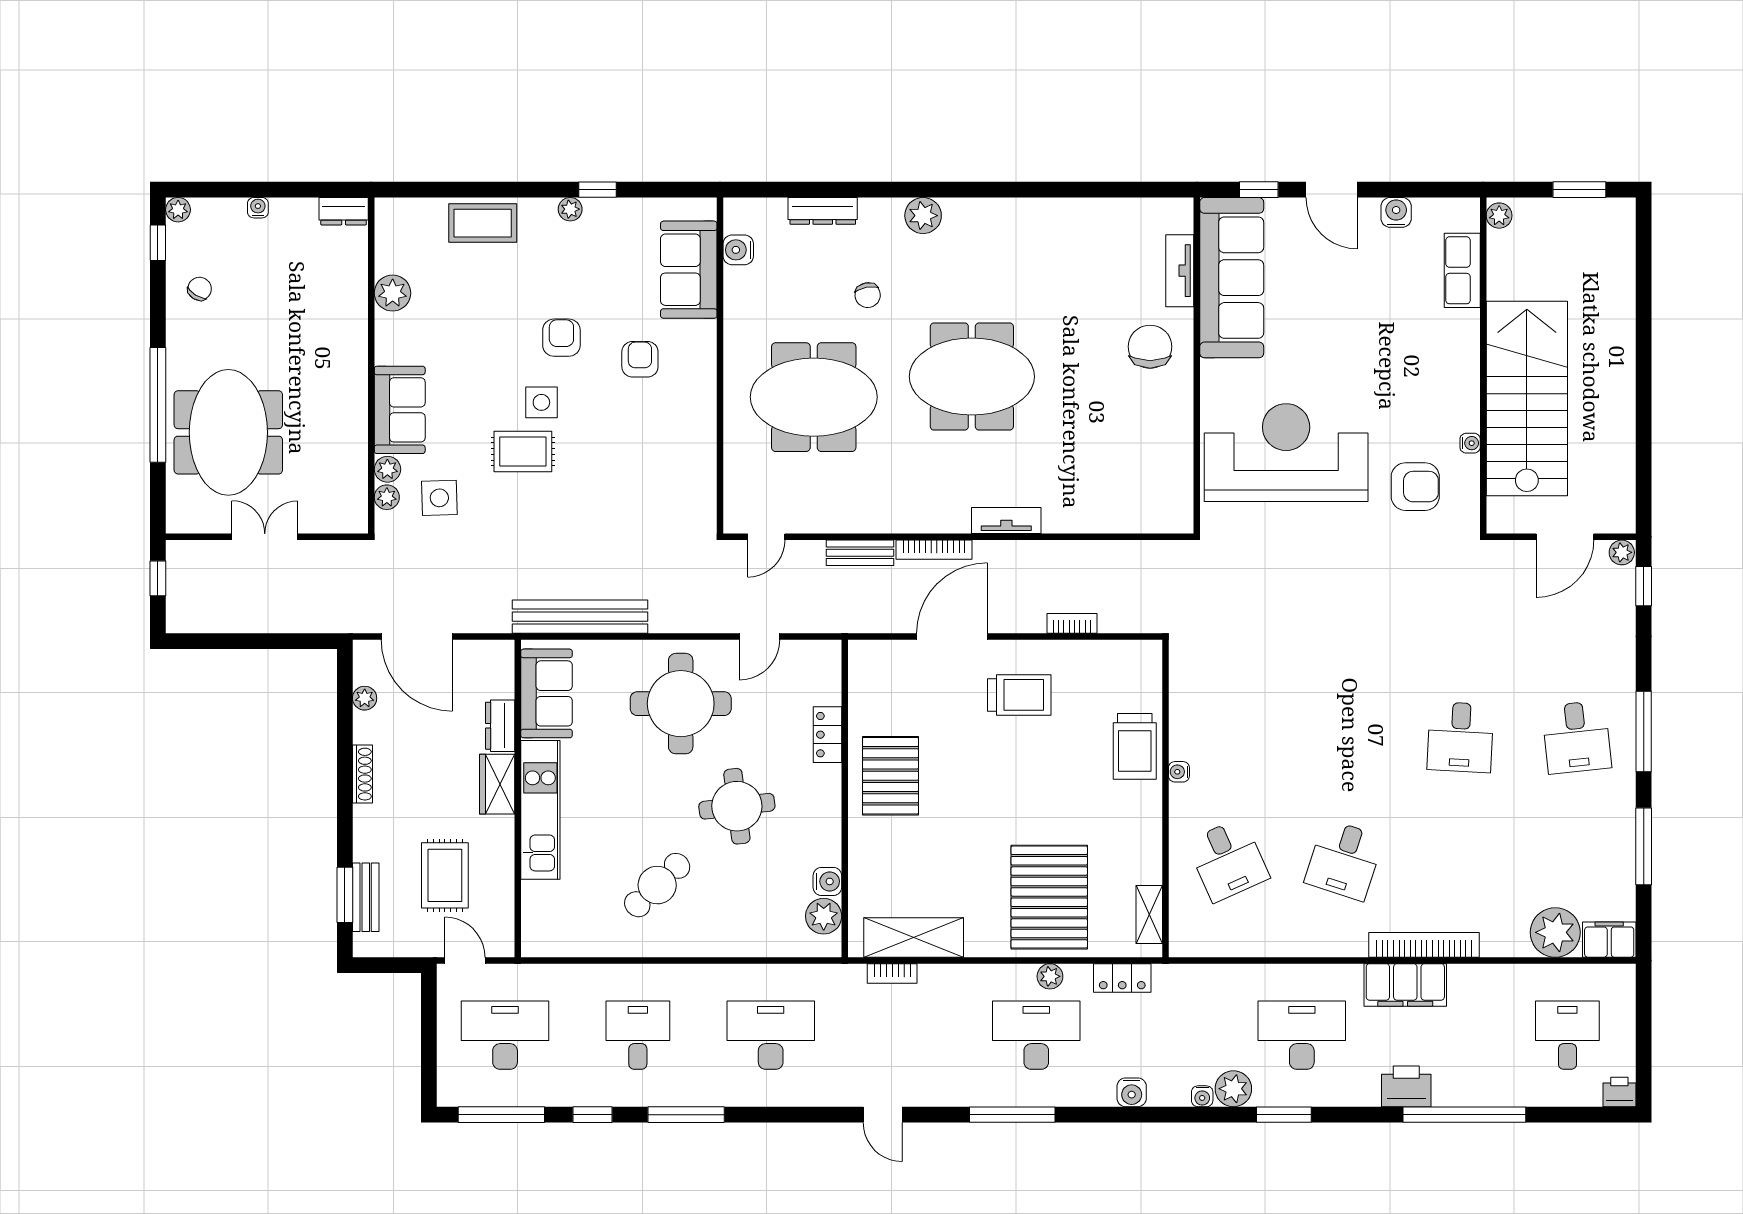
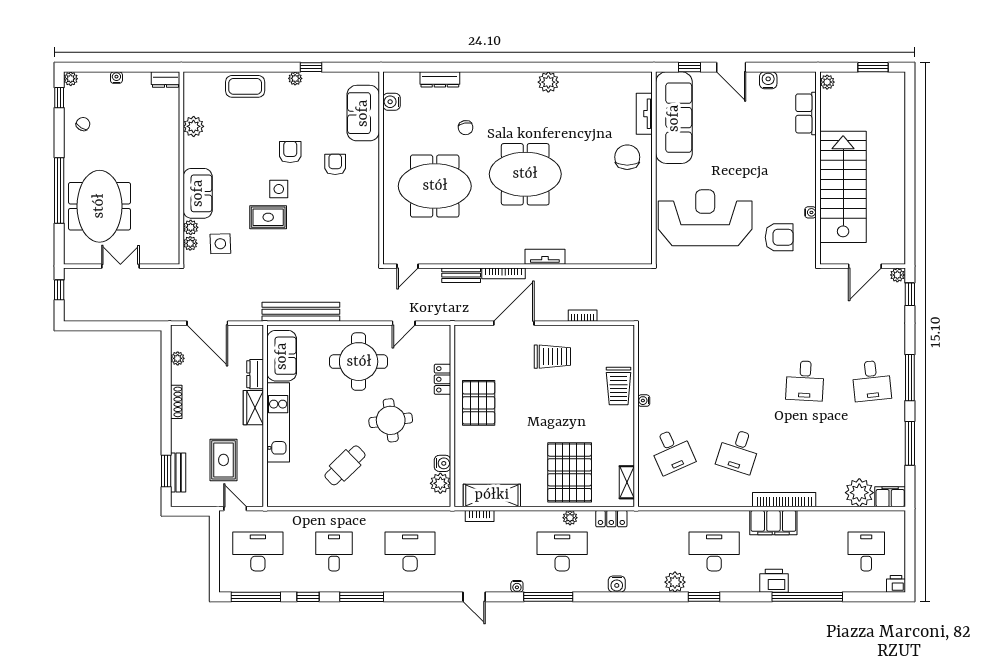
plant: (923, 216) -> (548, 82), moved
water cooler: (1202, 1096) -> (517, 586), moved

